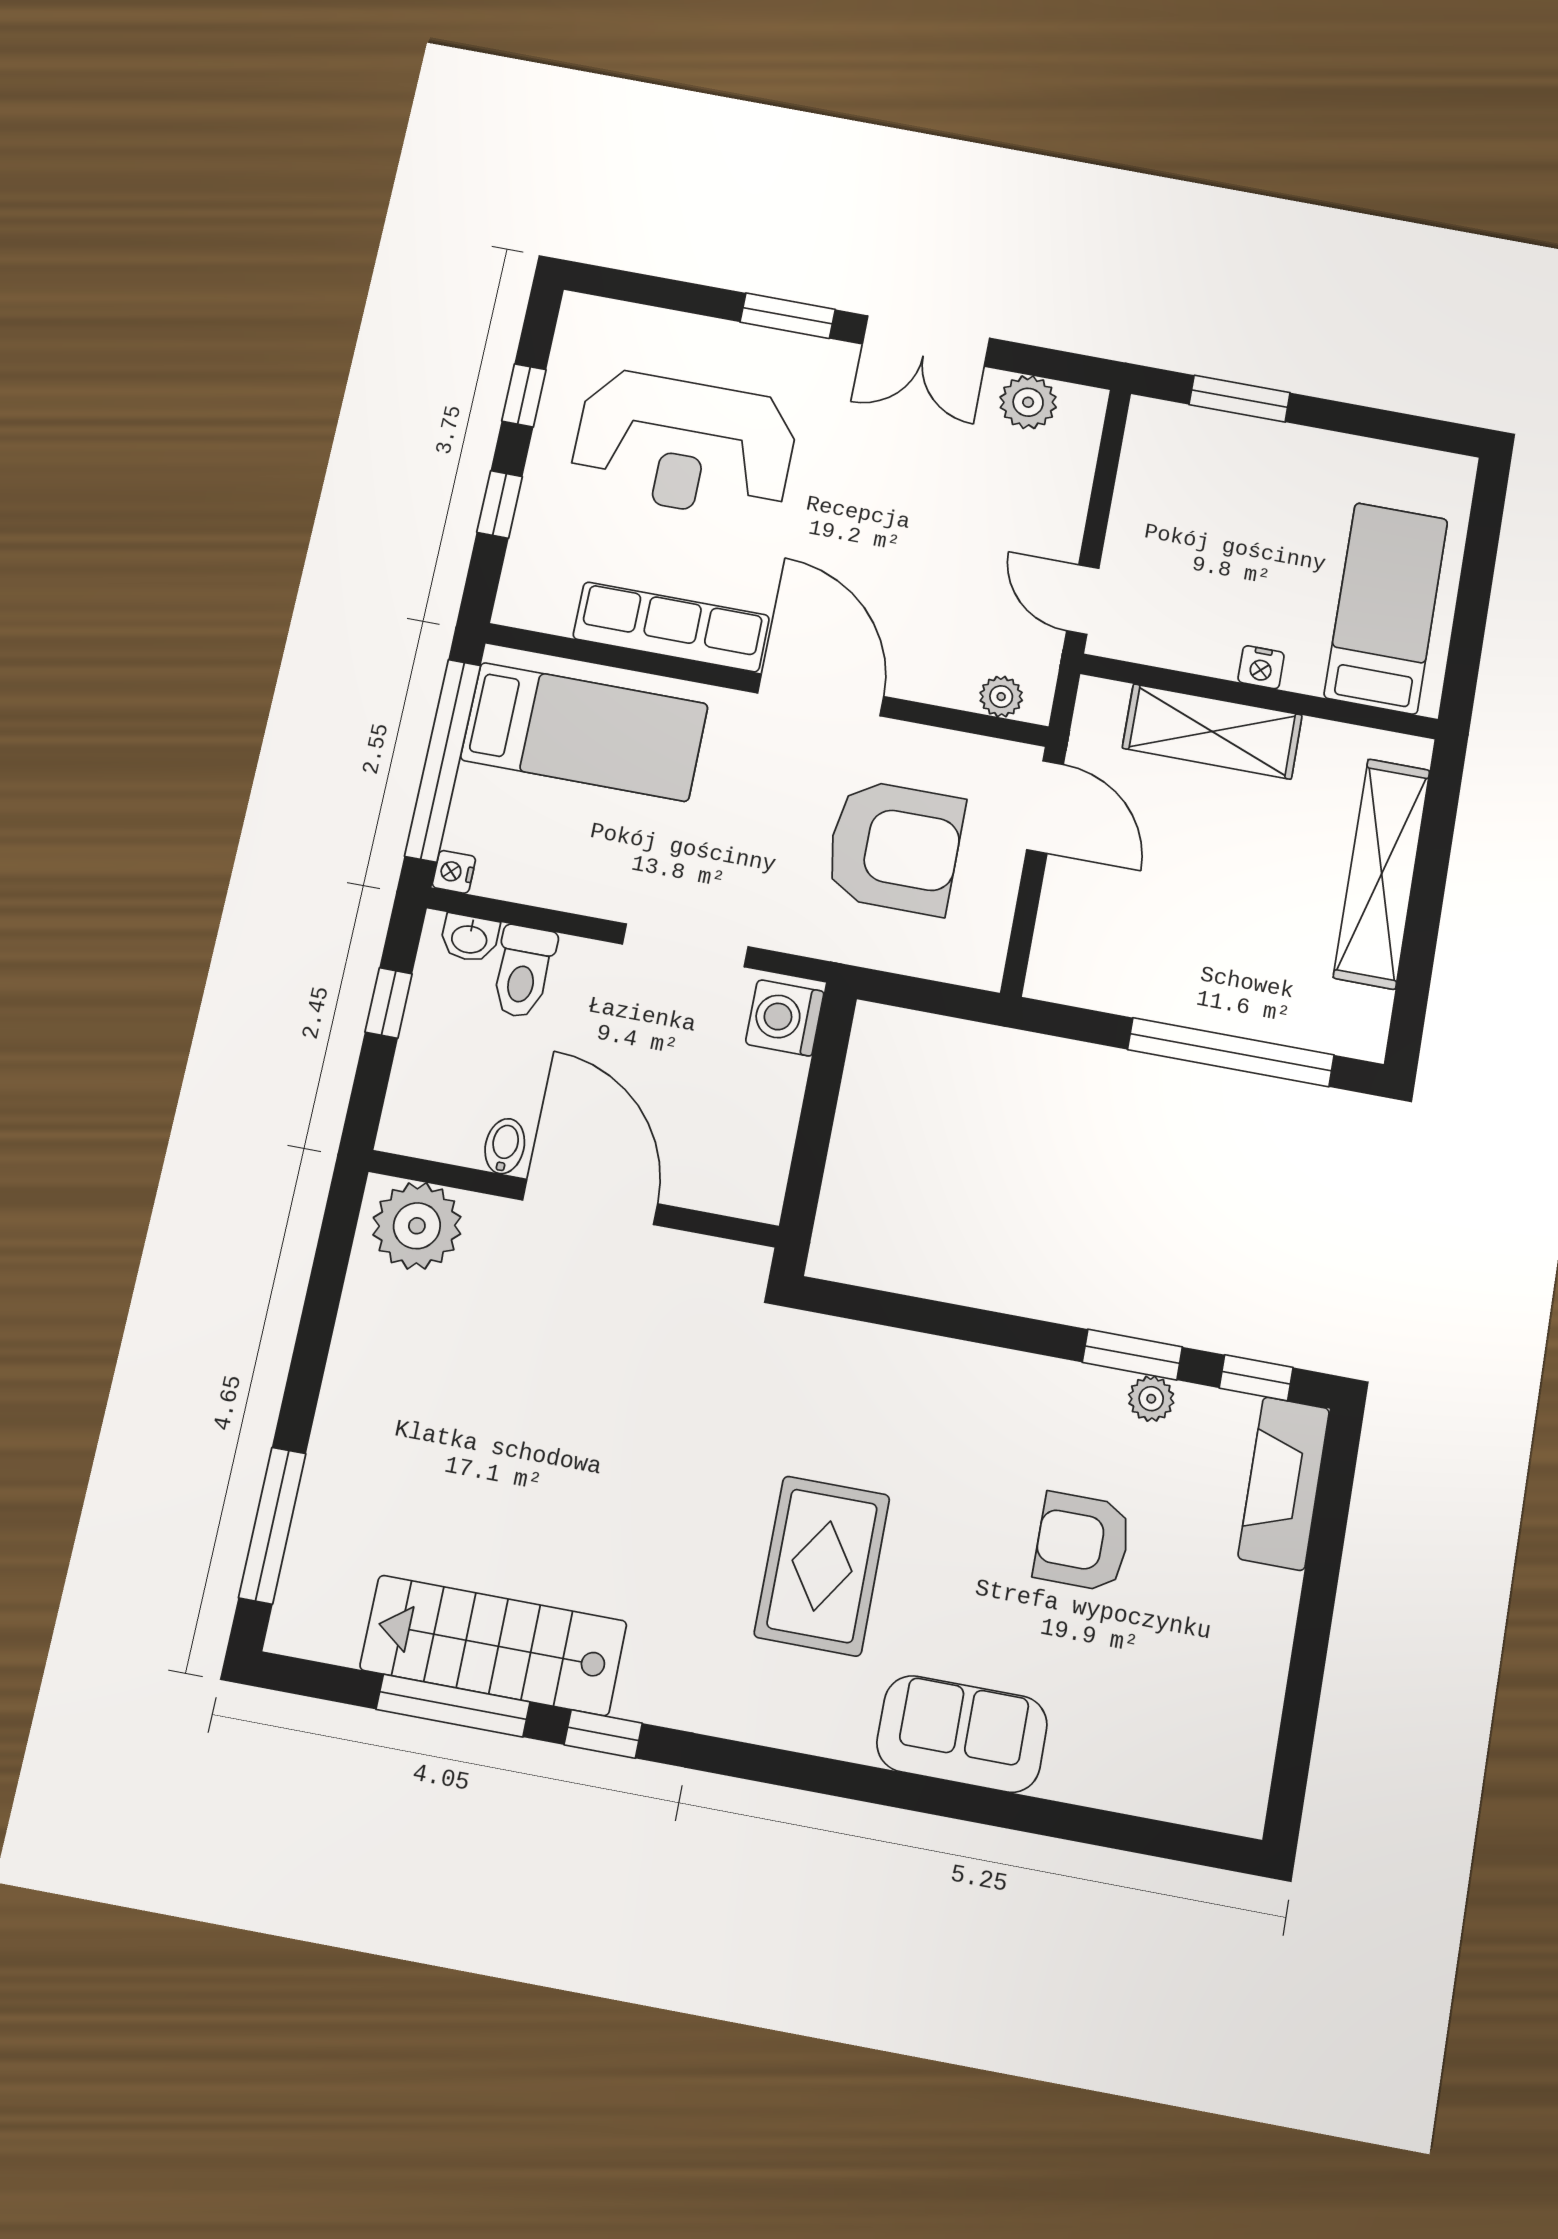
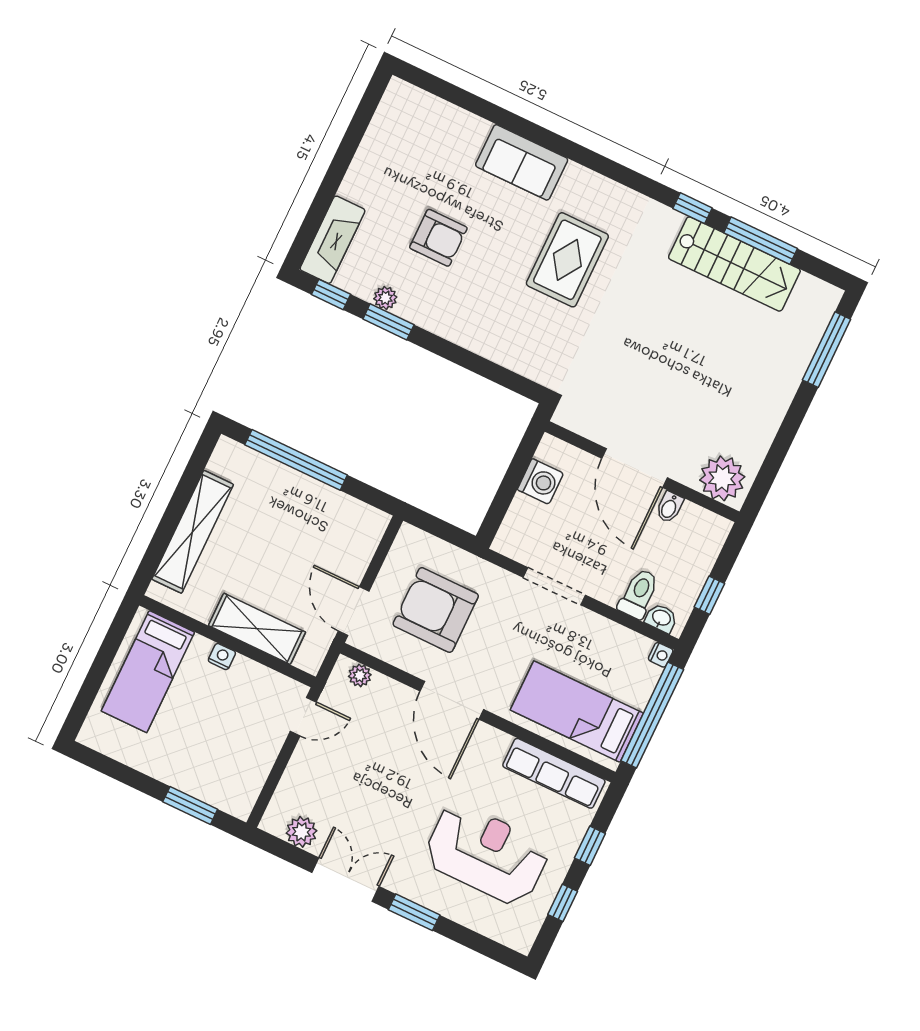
door: (1083, 599) -> (303, 717), hinge flipped
row of seats: (671, 627) -> (554, 773), moved
washing machine: (785, 1018) -> (540, 481), moved

